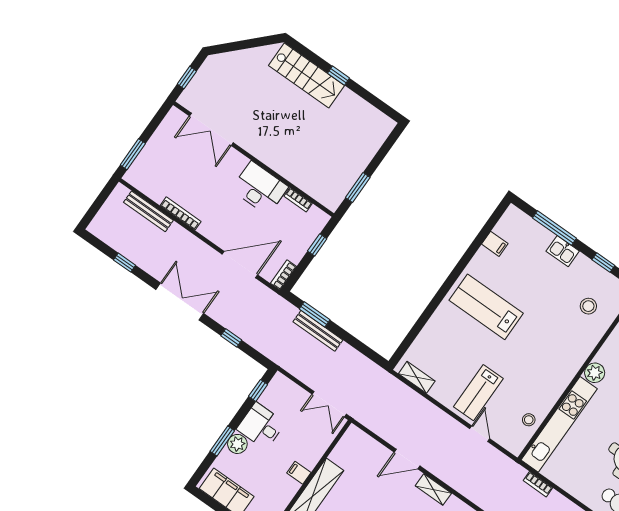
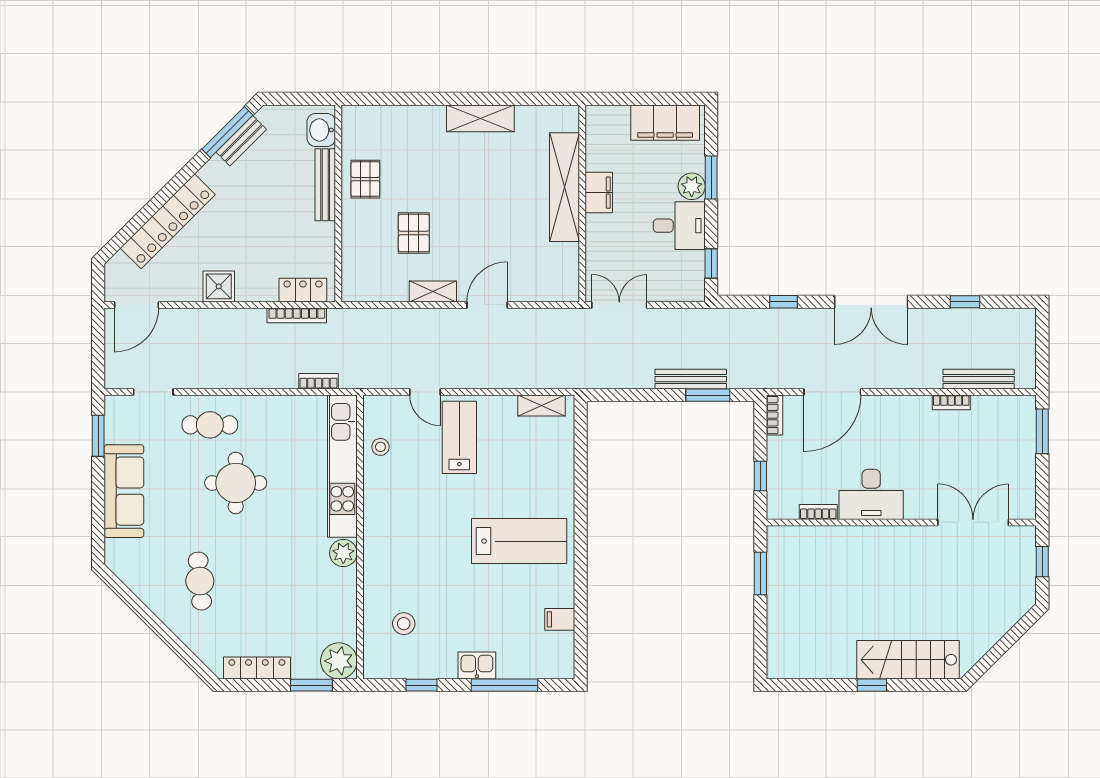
bookcase: (181, 213) -> (951, 402), width x0.64
filing cabinet: (299, 473) -> (599, 193), width x2.00

